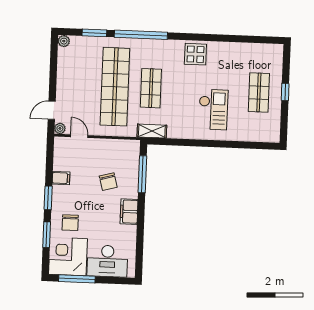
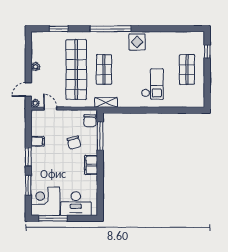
window: (141, 35) -> (111, 29), moved
plant: (64, 41) -> (36, 67), moved
window: (285, 92) -> (207, 52), moved
chair: (70, 223) -> (90, 121), moved

